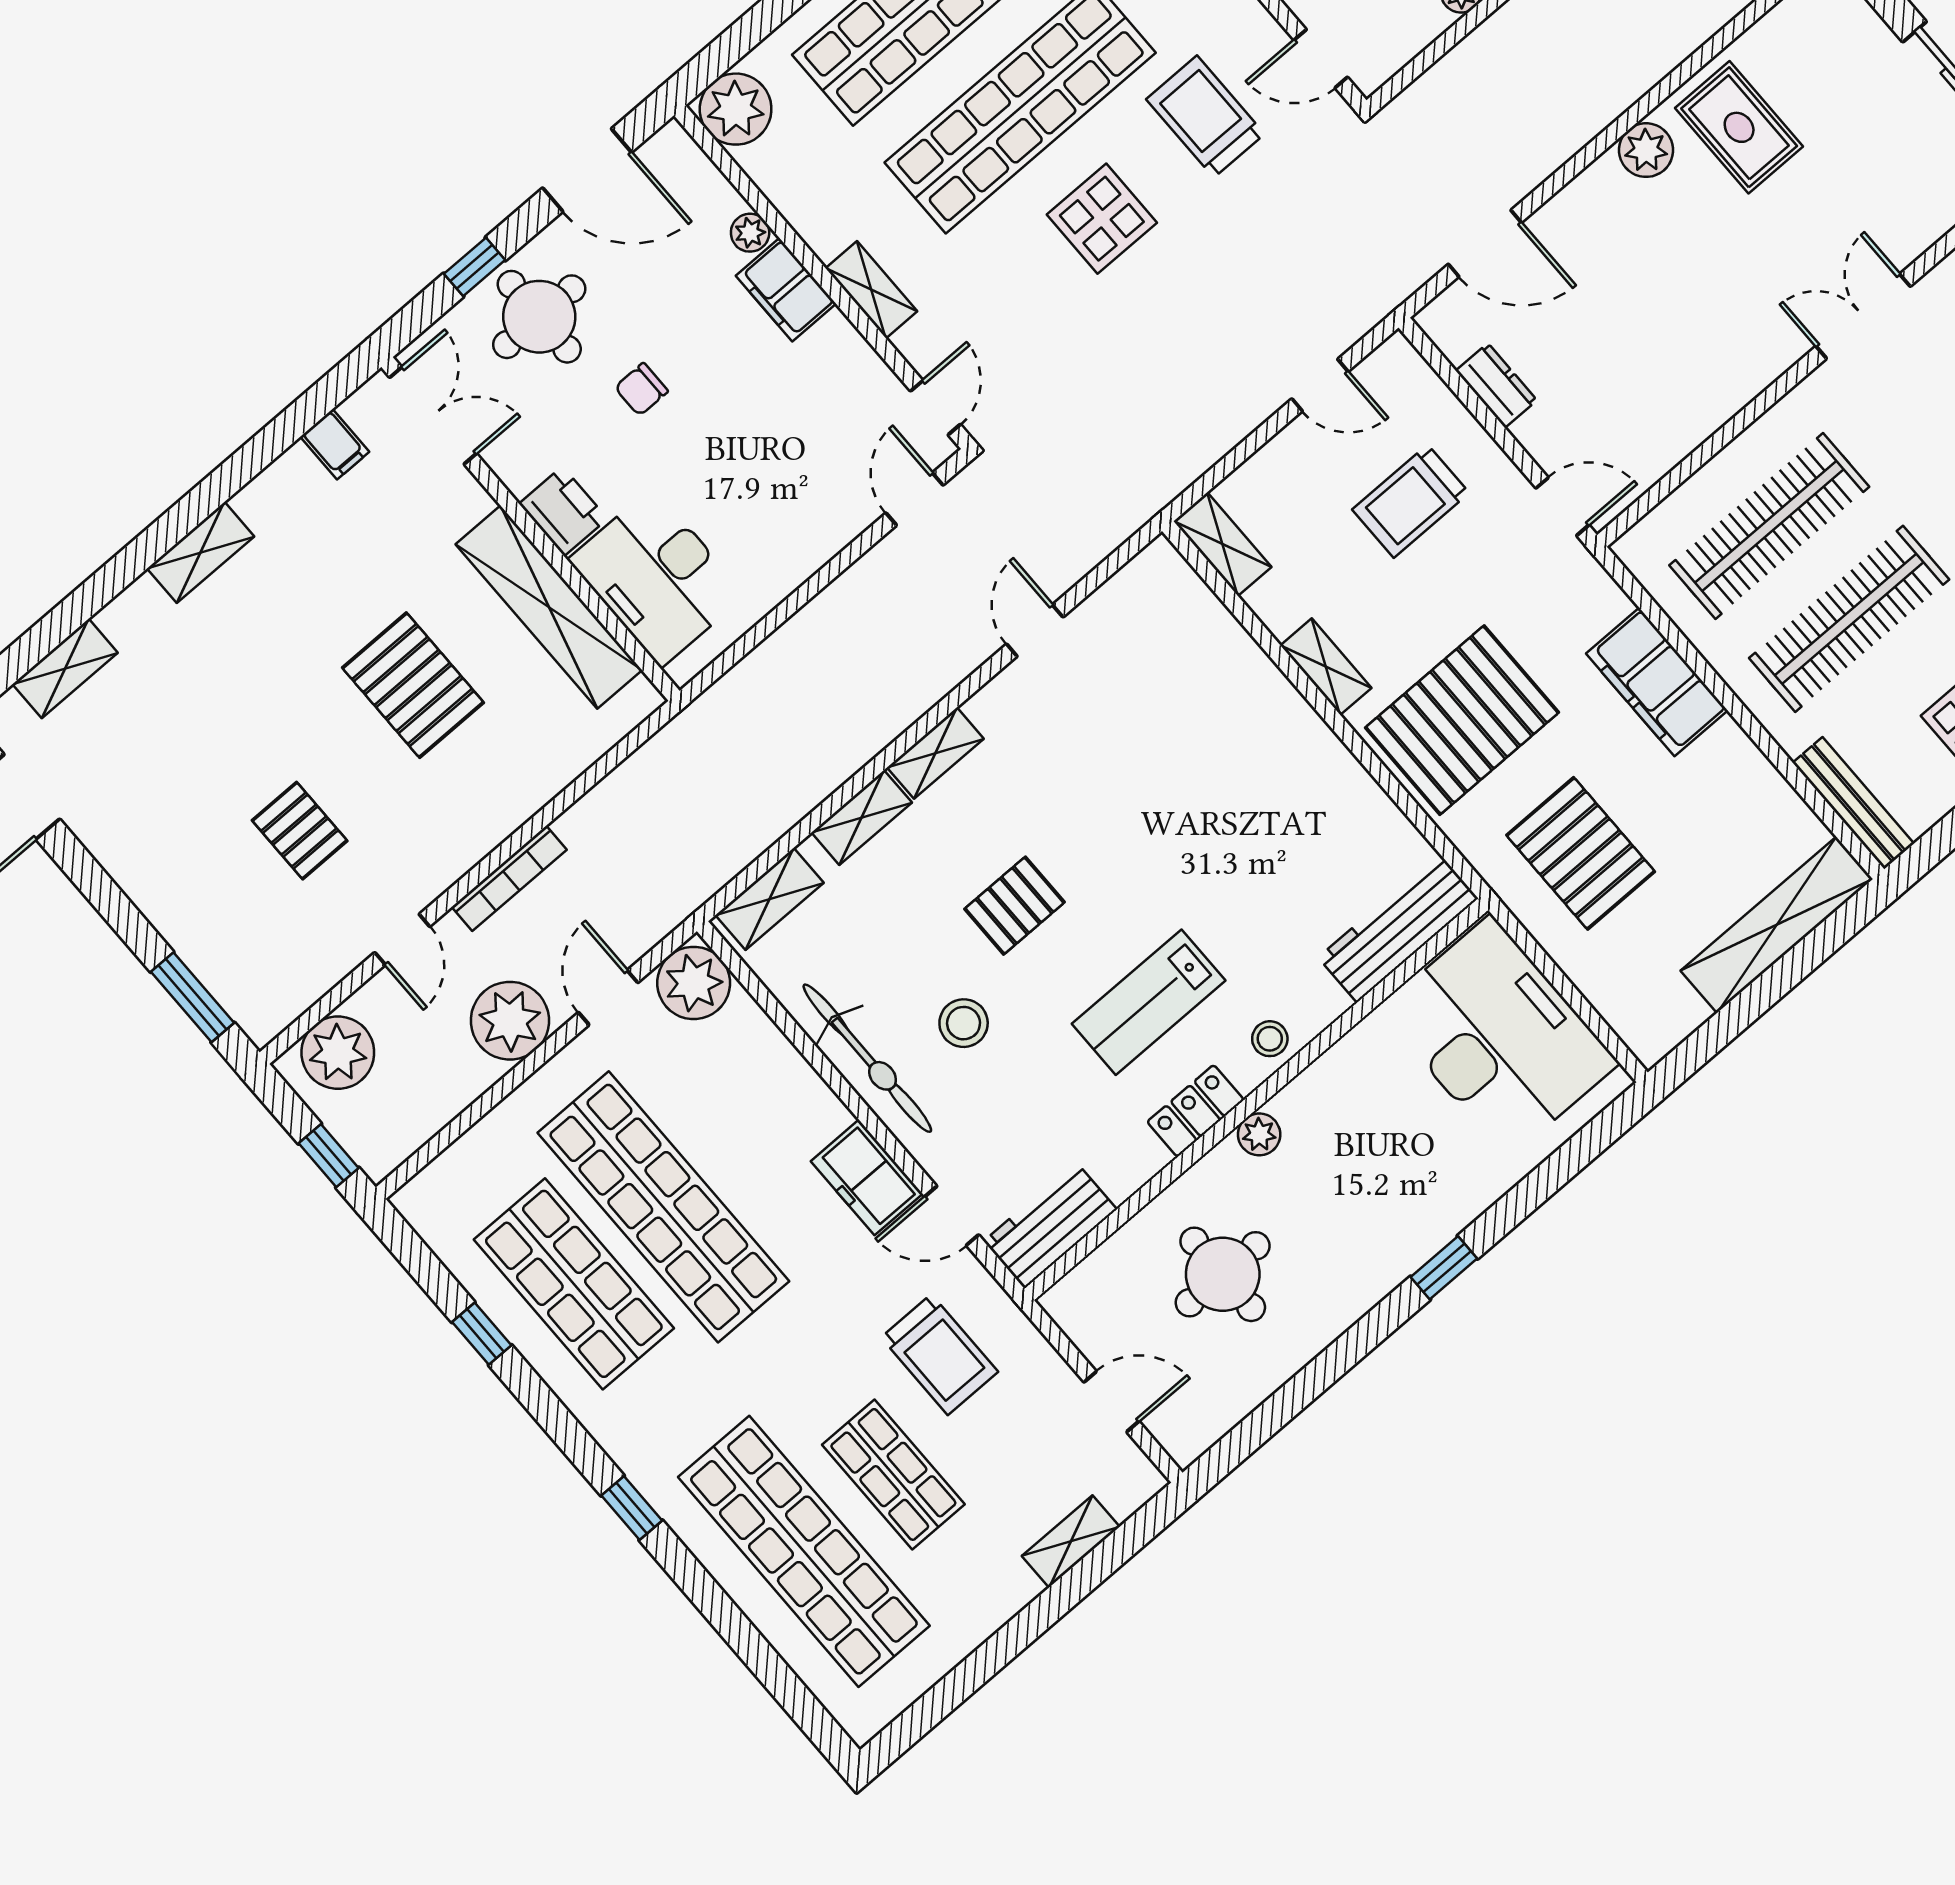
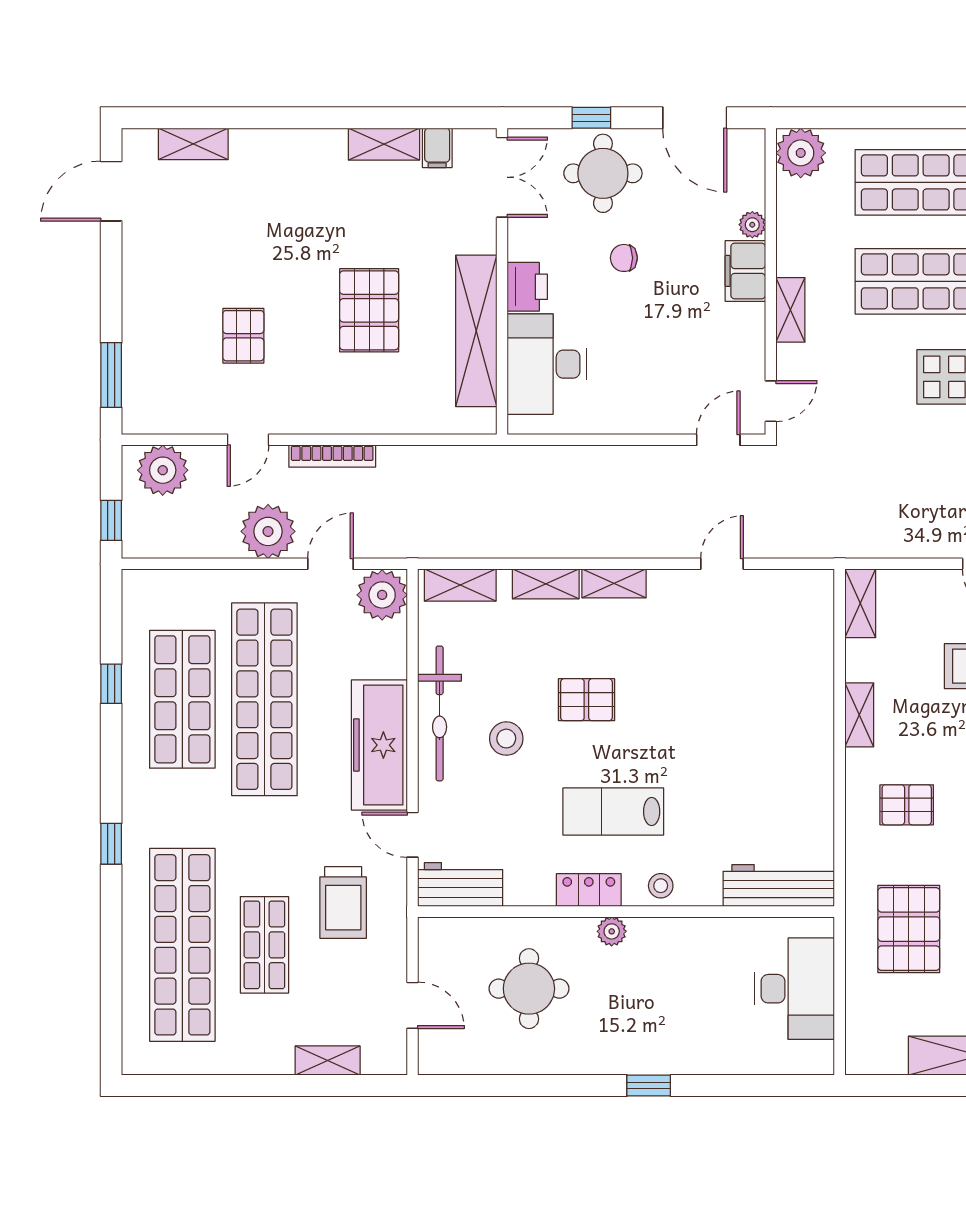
shelving: (201, 552) -> (384, 144), moved
pallet: (1462, 720) -> (907, 805), width x0.49, depth x0.50
desk: (1499, 1037) -> (795, 989), width x0.73, depth x0.77
freezer: (867, 1177) -> (379, 745), width x1.91, depth x1.26

